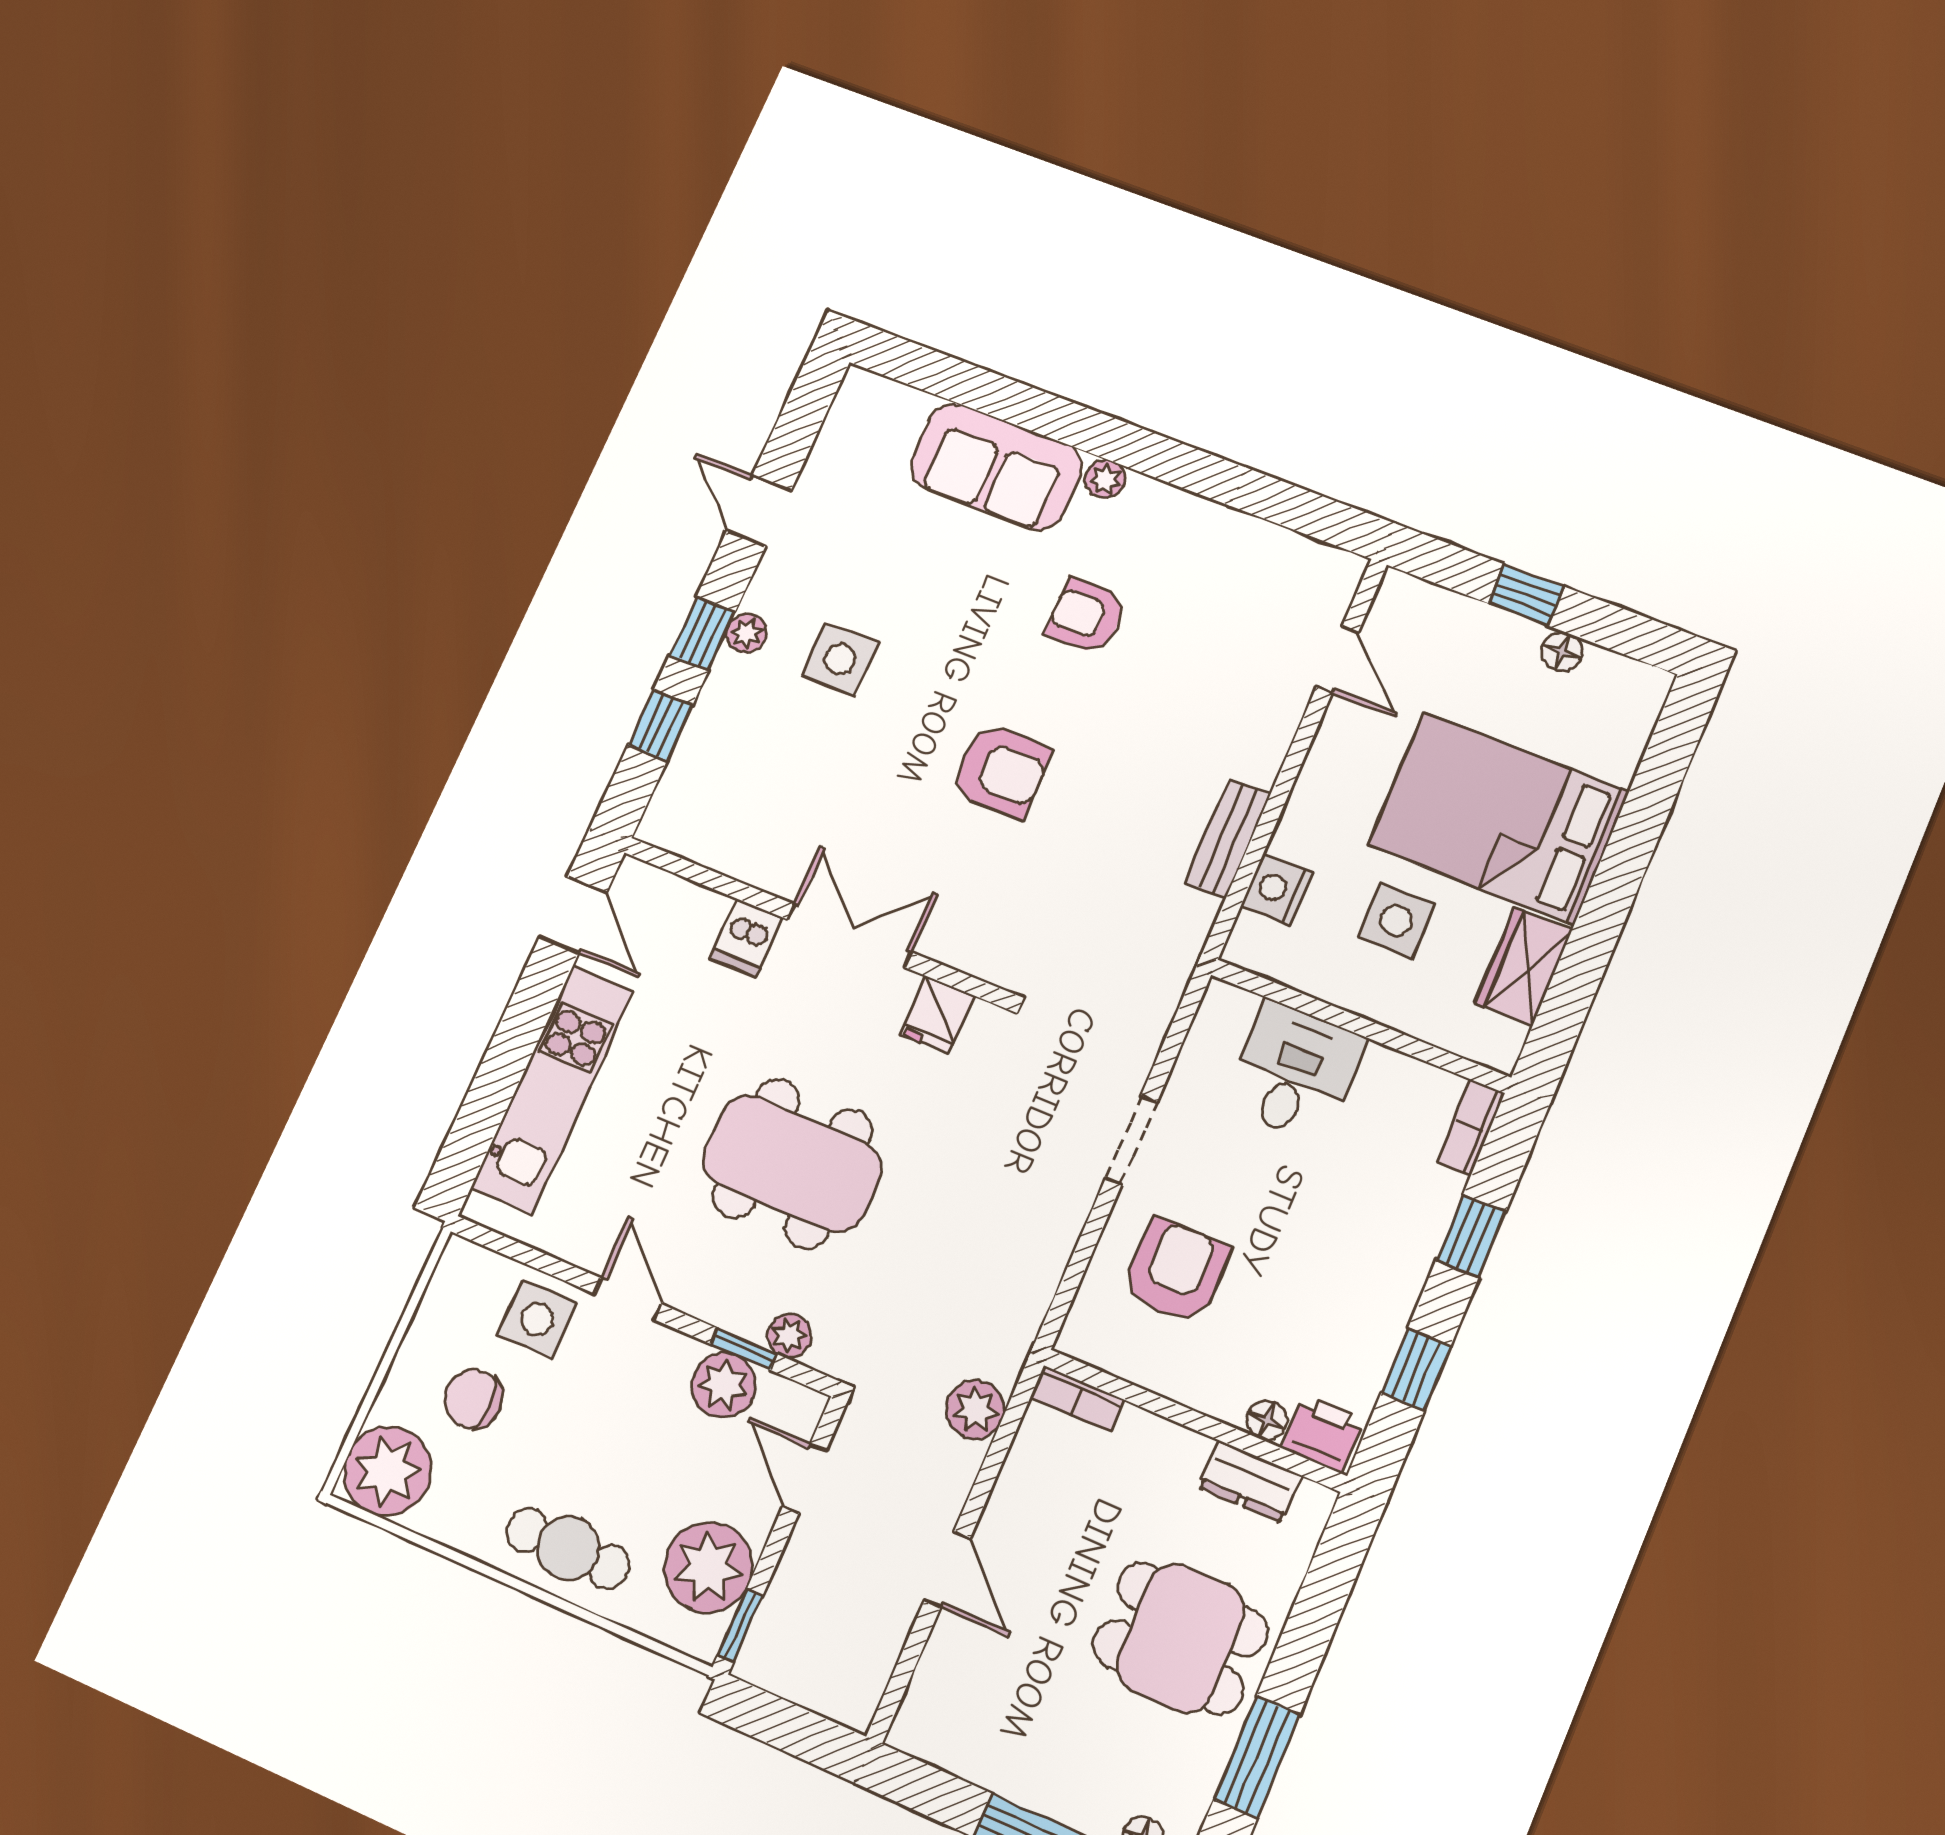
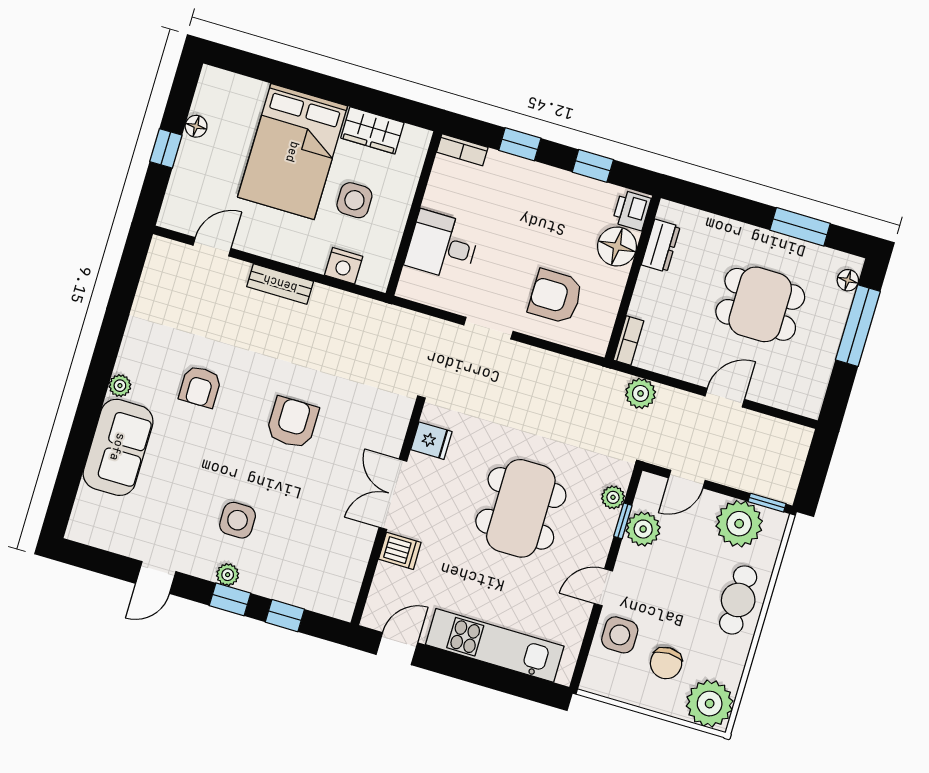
bench: (1228, 838) -> (280, 284), moved
floor lamp: (1267, 1420) -> (617, 246), width x1.89, depth x1.89
dining table: (1180, 1638) -> (760, 304), moved, turned 90

